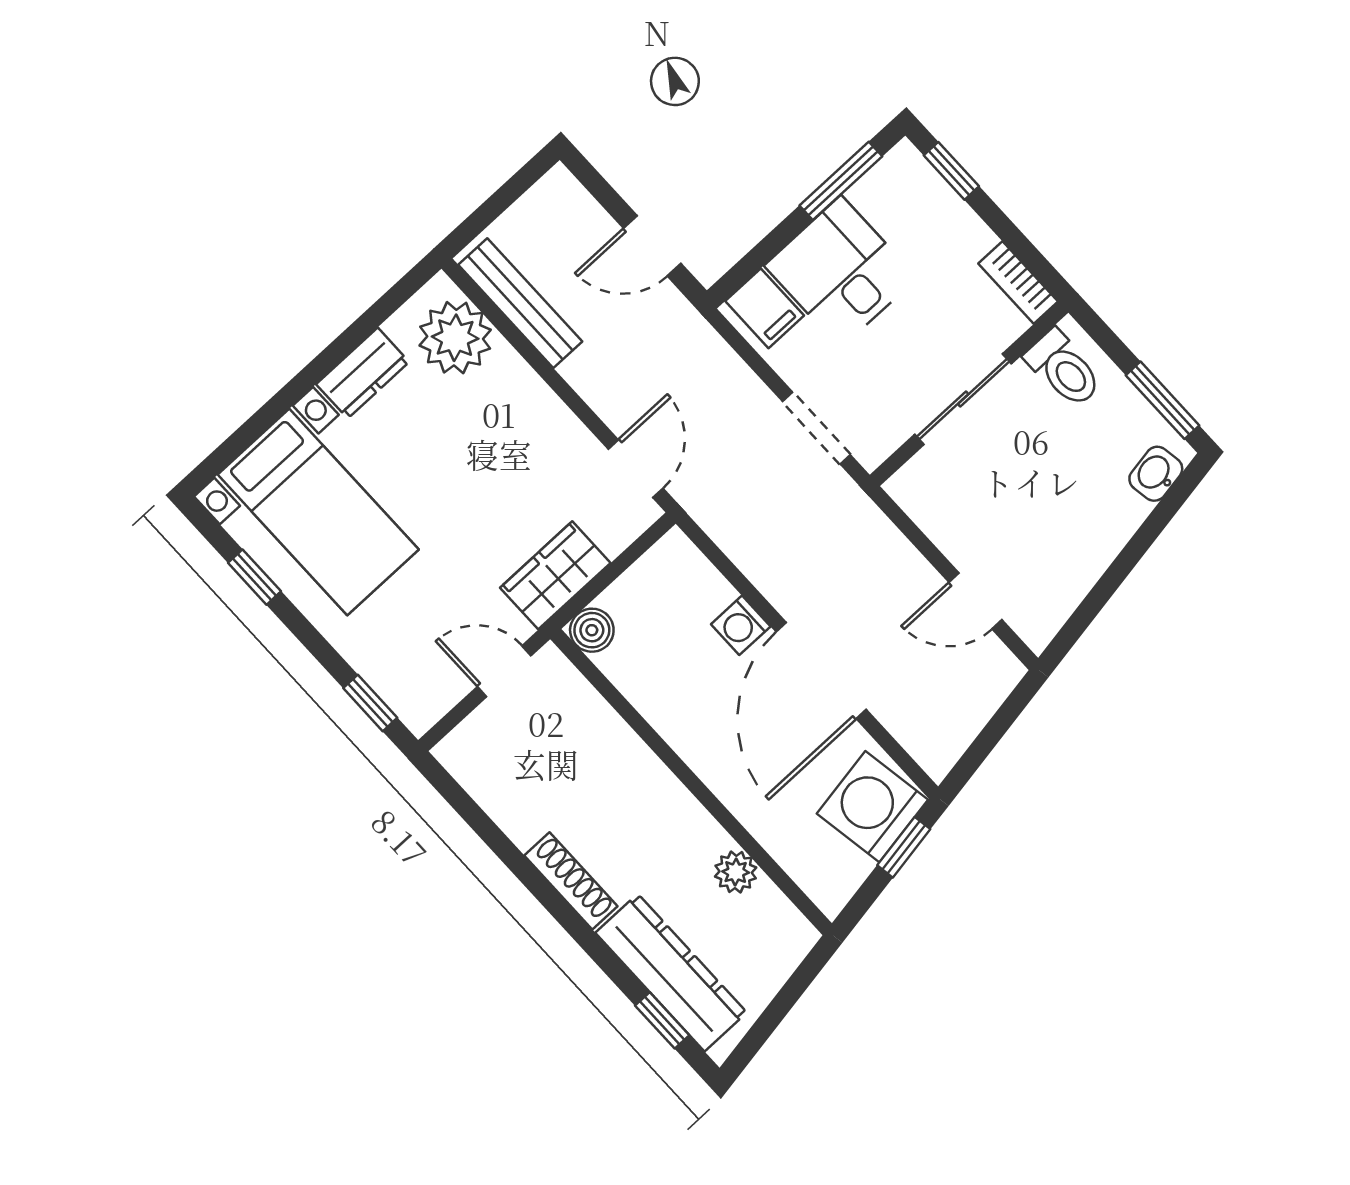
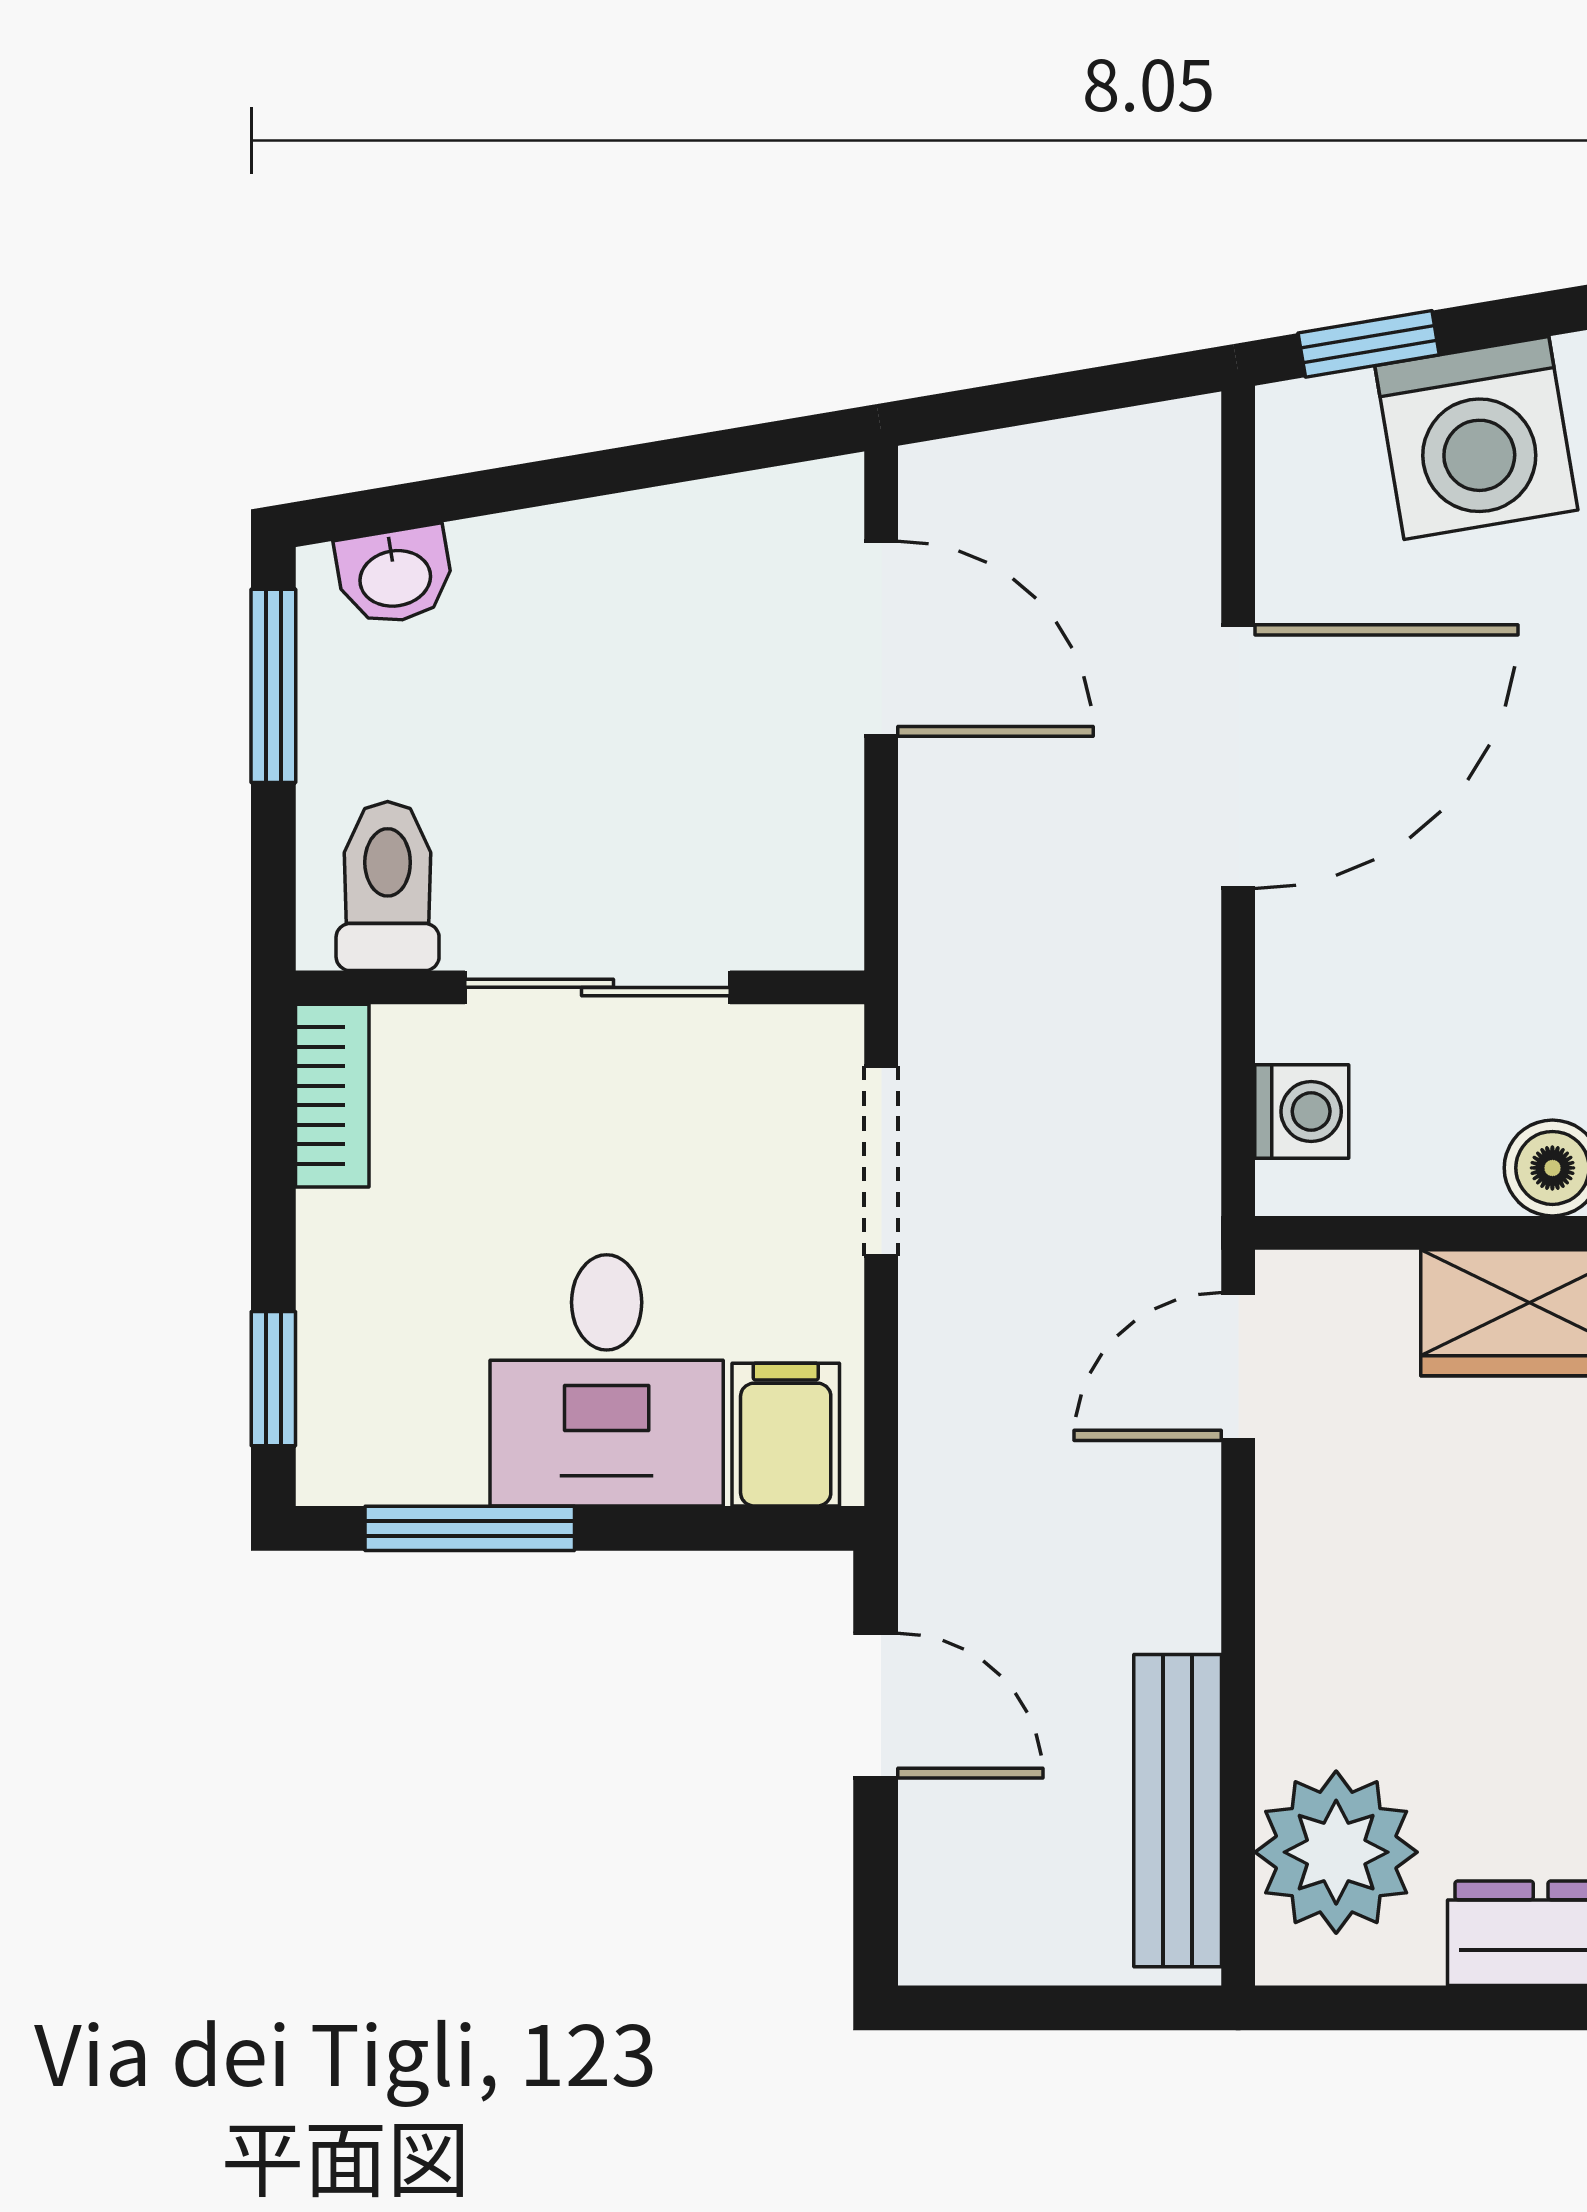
door: (975, 601) -> (881, 639), width x1.38
washing machine: (741, 625) -> (1302, 1111), moved
washing machine: (872, 807) -> (1476, 438), moved

